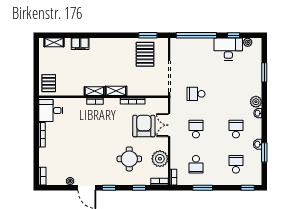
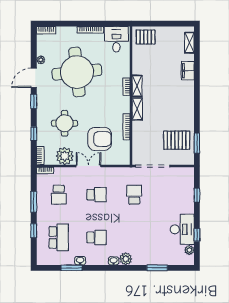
window: (196, 35) -> (197, 195), width x0.32
double door: (169, 125) -> (88, 166), moved
round table: (81, 147) -> (77, 72), added
school desk: (196, 164) -> (59, 195), turned -90
school desk: (236, 164) -> (59, 237), width x1.85
window: (248, 188) -> (34, 231), moved

